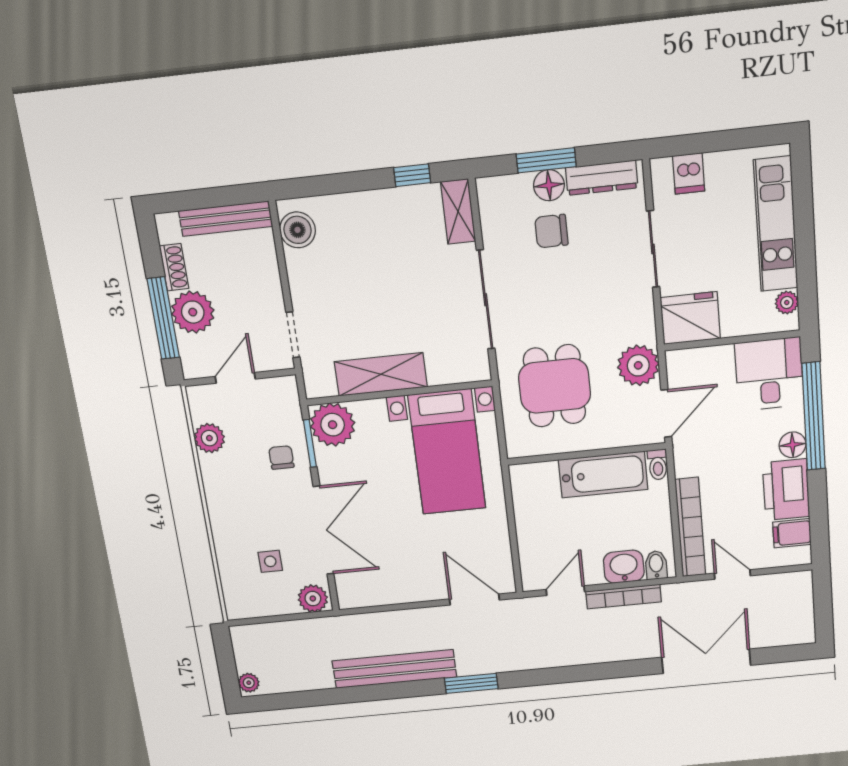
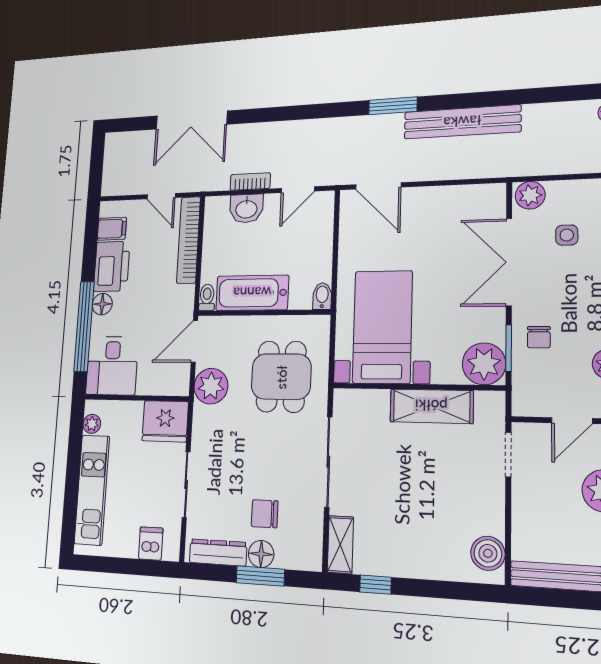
chair: (551, 231) -> (265, 514), turned 180
bidet: (656, 565) -> (322, 296), moved, turned 180
bookcase: (623, 597) -> (250, 181), width x0.64

